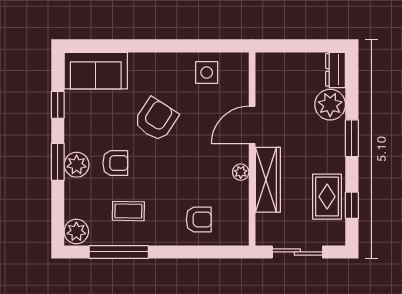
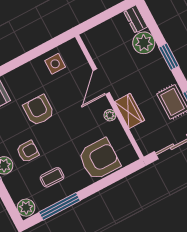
armchair: (156, 119) -> (39, 110), turned -33
wardrobe: (268, 180) -> (130, 111), width x0.67
armchair: (199, 219) -> (99, 159), width x1.88, depth x1.88

